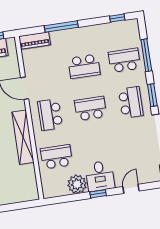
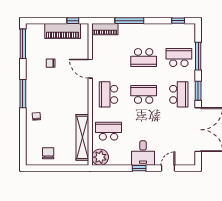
shelving: (23, 137) -> (82, 137), moved
plant: (77, 184) -> (100, 157), moved

